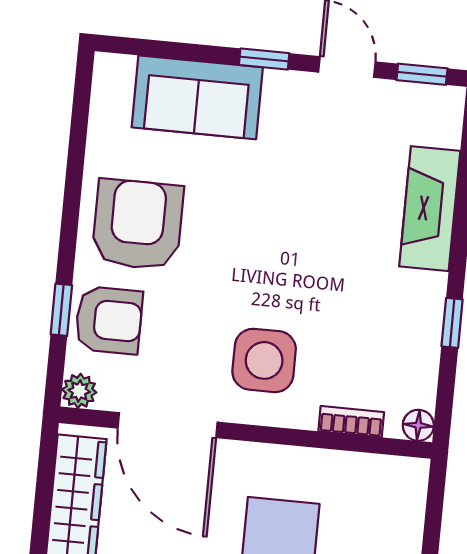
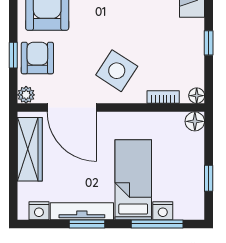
armchair: (109, 320) -> (37, 58), turned -90
side table: (264, 360) -> (117, 71), turned 33
floor lamp: (410, 476) -> (195, 121), added

